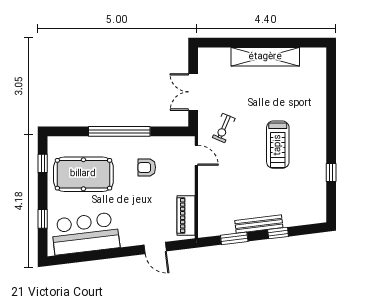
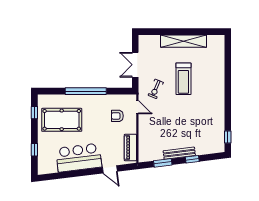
treadmill: (278, 145) -> (183, 79), moved
armchair: (147, 167) -> (117, 116), moved
window: (331, 172) -> (228, 137), moved
bar counter: (85, 233) -> (79, 158), moved

